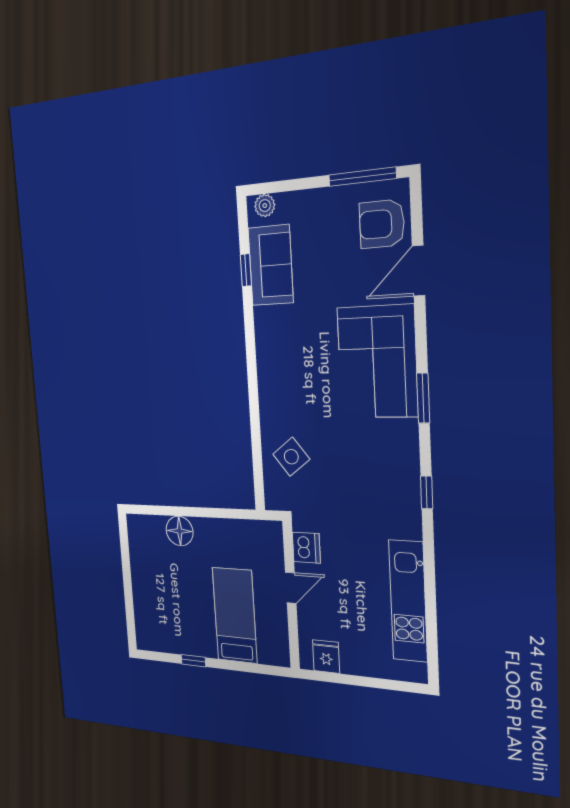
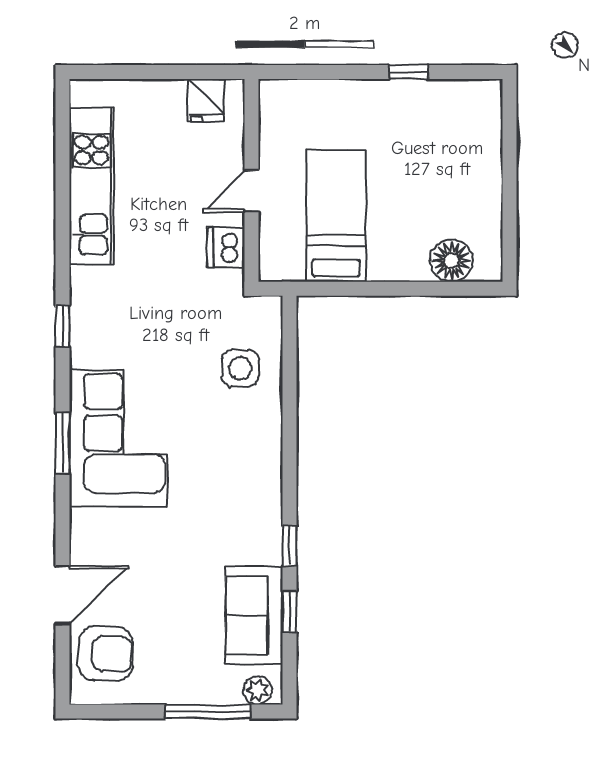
window: (362, 177) -> (208, 711), moved
window: (249, 321) -> (289, 546), added
corner sofa: (377, 362) -> (118, 438), moved
side table: (291, 457) -> (240, 368), turned 38
floor lamp: (180, 531) -> (451, 261), moved
bed: (235, 615) -> (336, 216), moved, turned 180

